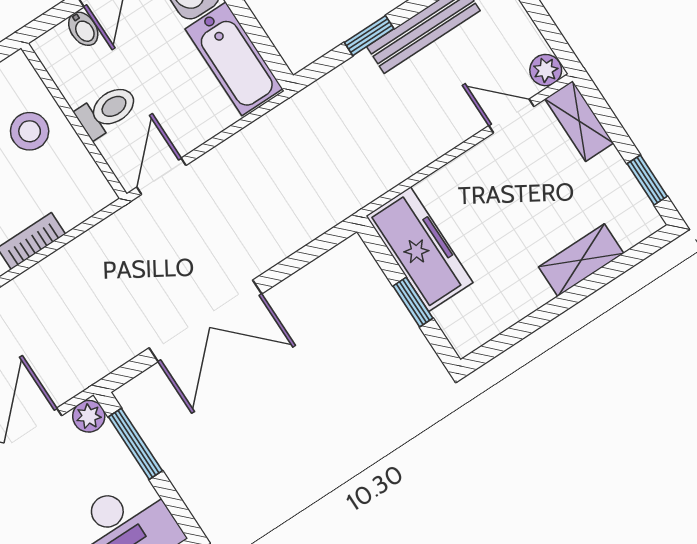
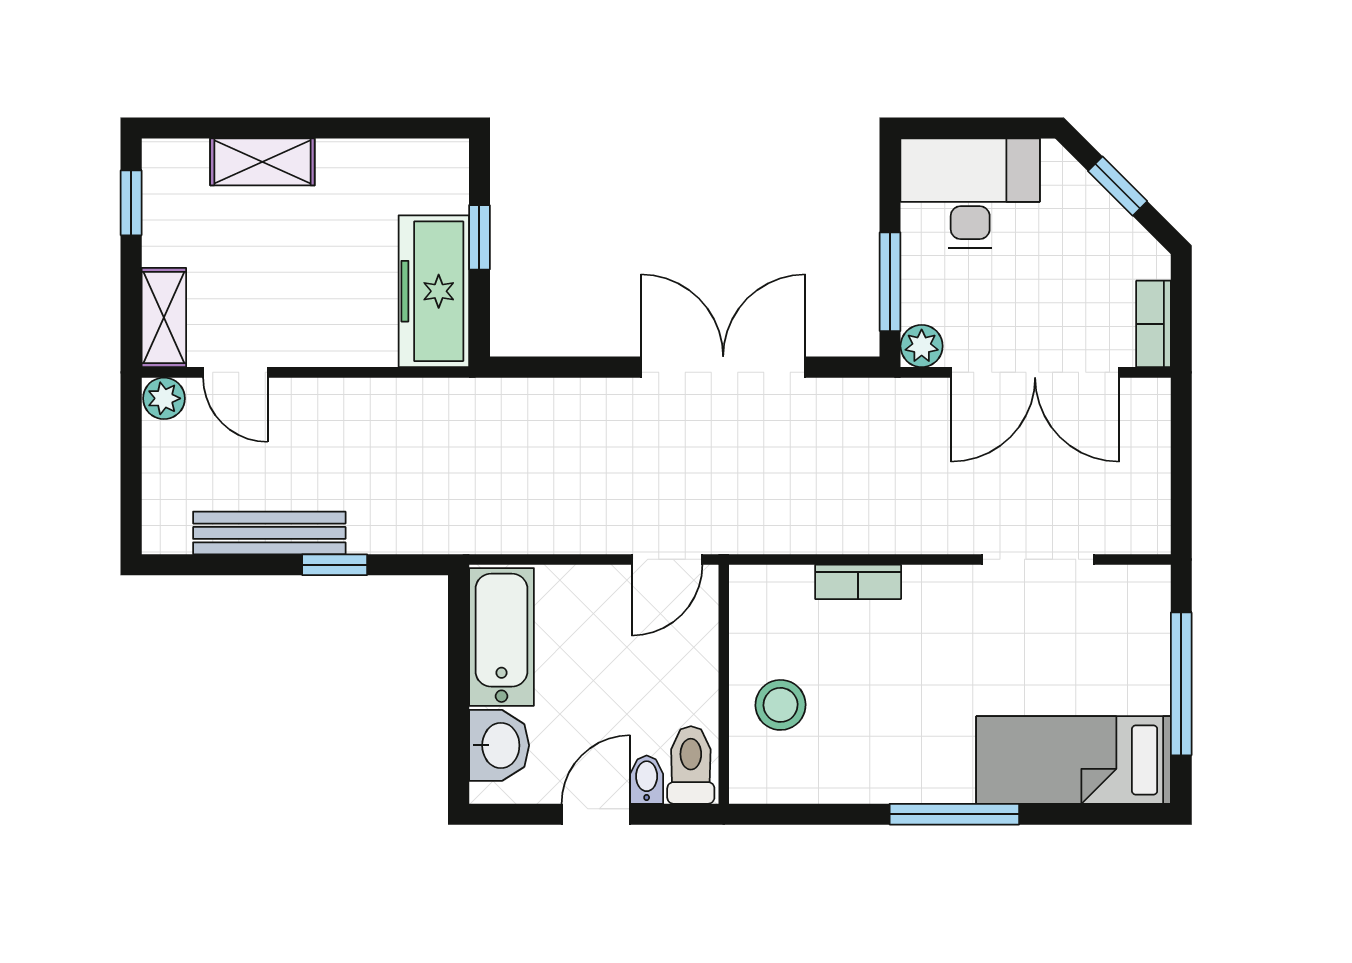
toilet: (107, 111) -> (691, 765), moved, turned 90

